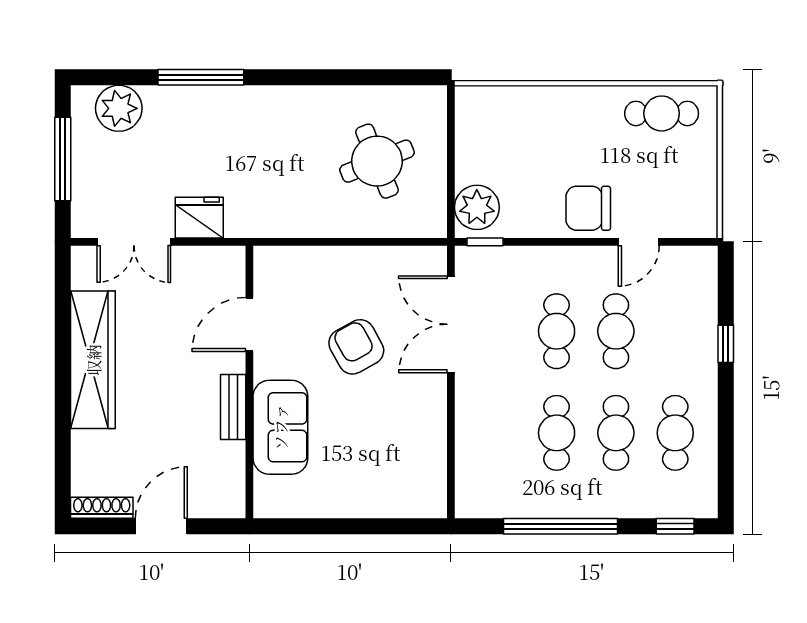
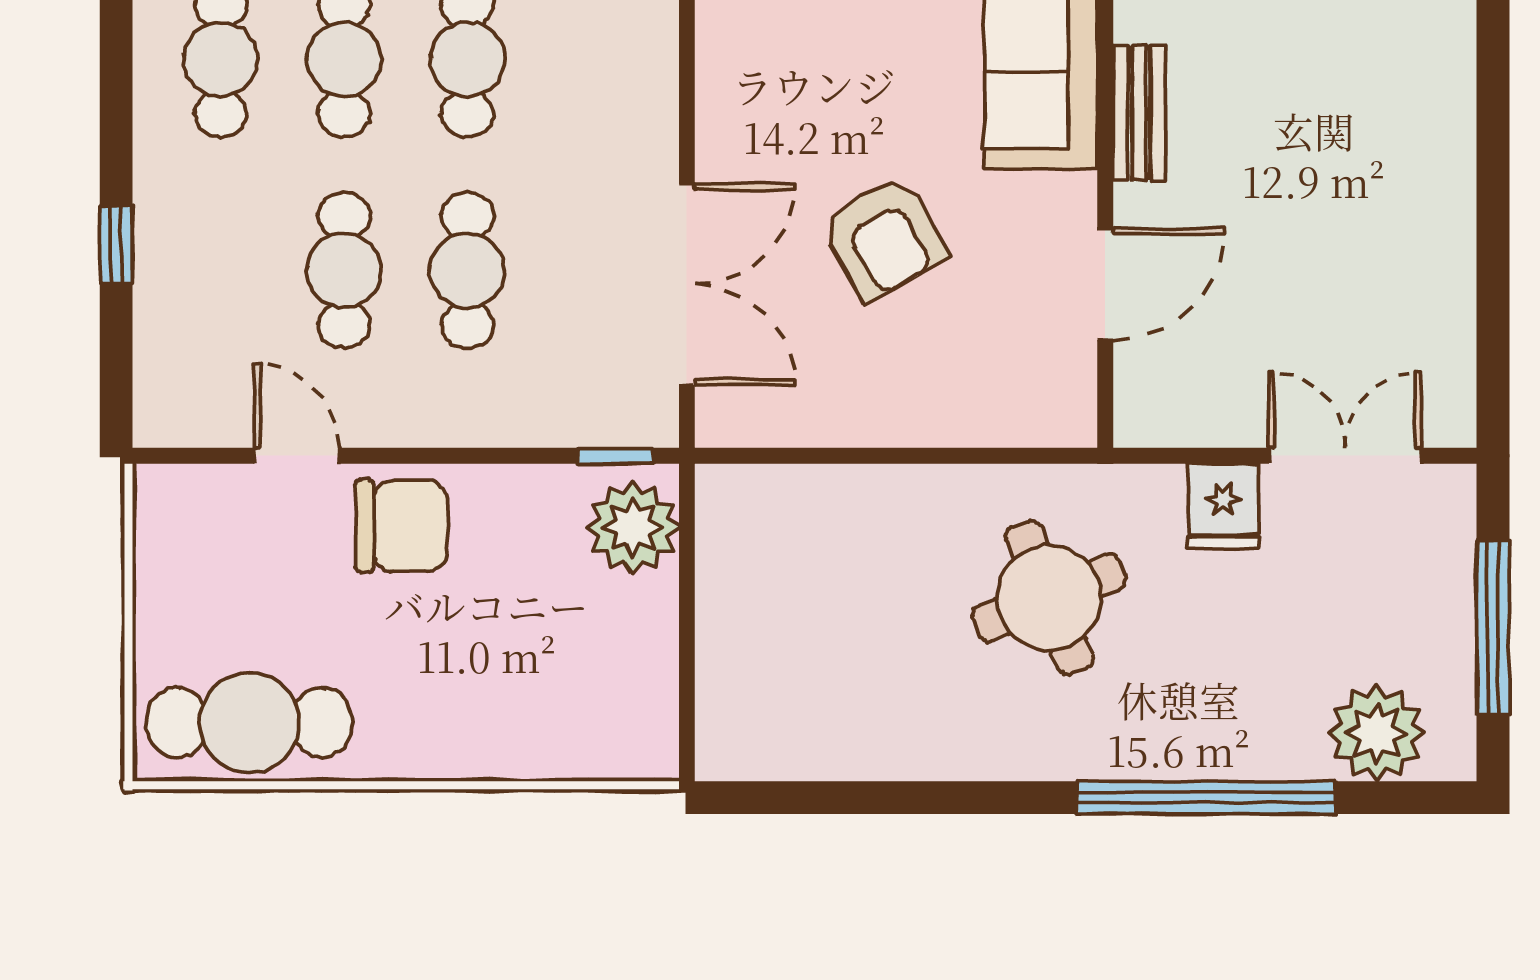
window: (201, 77) -> (1206, 798), width x1.46
cafe table: (662, 113) -> (249, 723), width x1.37, depth x1.35
round table: (377, 161) -> (1049, 598), moved
fridge: (199, 218) -> (1223, 506), width x0.72
door: (639, 242) -> (297, 456), hinge flipped
wardrobe: (93, 360) -> (1430, 211), removed

